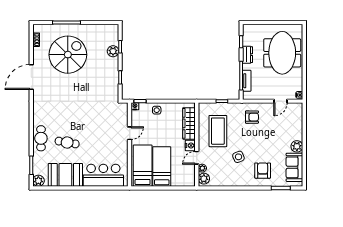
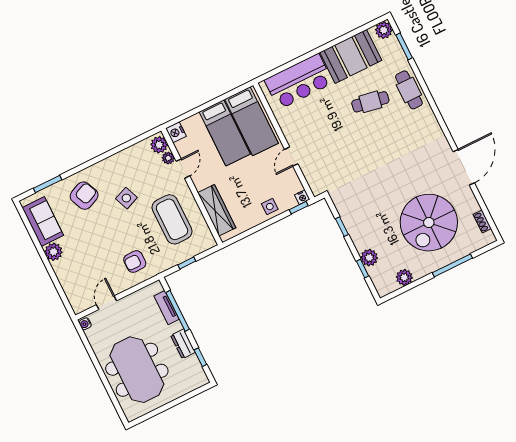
plant: (98, 29) -> (404, 277), added
nightstand: (190, 145) -> (176, 132), moved
armchair: (263, 171) -> (84, 196), turned -114

